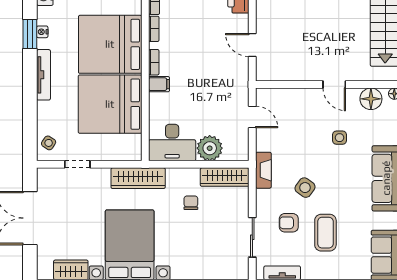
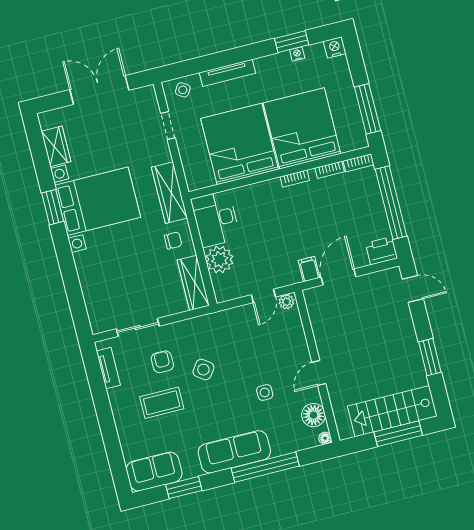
door: (252, 45) -> (339, 277), width x1.38
tv unit: (43, 75) -> (227, 73), moved
filing cabinet: (159, 84) -> (309, 269), moved, turned 180
plant: (263, 98) -> (286, 302), added
fireplace: (263, 170) -> (211, 321), removed
chair: (191, 203) -> (173, 241), moved

